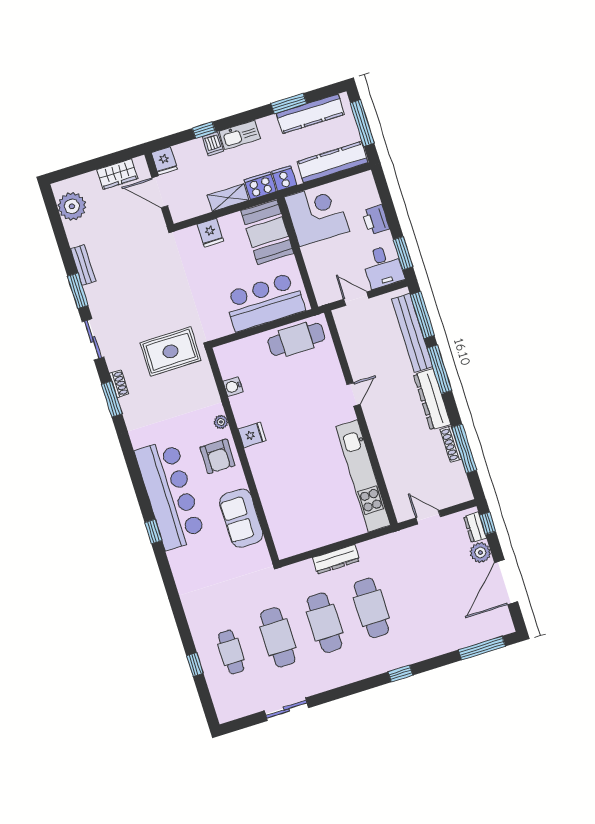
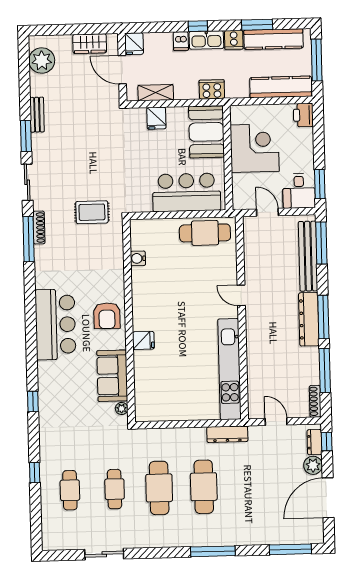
window: (204, 130) -> (198, 26), moved
cooker: (284, 178) -> (234, 40), moved, turned 180
shelving: (228, 198) -> (156, 93), moved
corner desk: (317, 214) -> (255, 148), moved
printer: (376, 220) -> (303, 115), moved
rug: (171, 351) -> (92, 212), width x0.73, depth x0.70
window: (439, 369) -> (323, 317), moved
shoe rack: (119, 384) -> (39, 228), width x1.43
door: (353, 394) -> (241, 295), swing flipped
window: (112, 399) -> (29, 239), width x1.44
plant: (221, 422) -> (122, 409), moved
fridge: (252, 435) -> (143, 340), moved
shoe rack: (451, 444) -> (315, 401), moved
bar counter: (170, 495) -> (55, 324), width x0.73
window: (153, 532) -> (33, 401), moved
dresser: (336, 559) -> (227, 434), moved
cafe table: (278, 637) -> (115, 489), width x0.73, depth x0.74
window: (195, 665) -> (35, 473), moved
window: (401, 673) -> (213, 551), width x2.17

